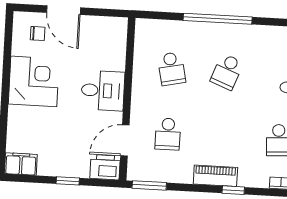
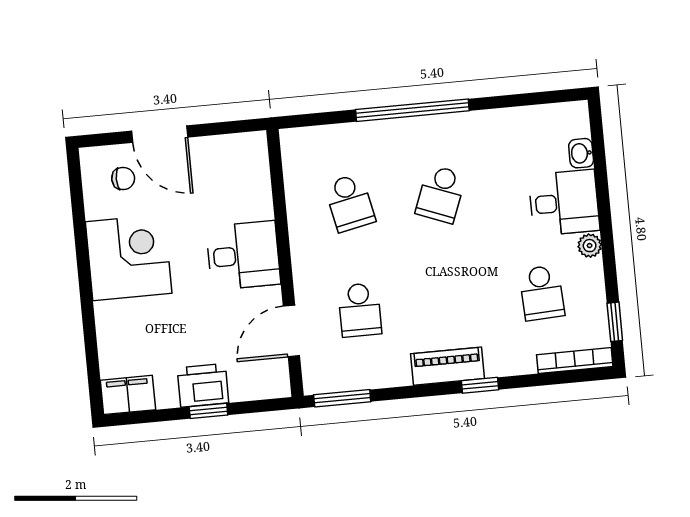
printer: (105, 167) -> (203, 385), moved

